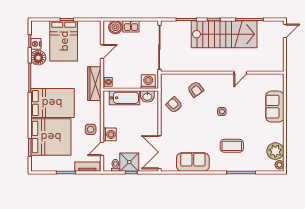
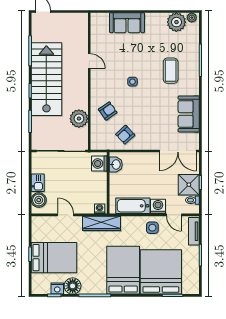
plant: (189, 63) -> (79, 119), added
bathtub: (124, 98) -> (133, 206), moved, turned -90

